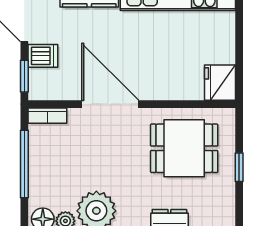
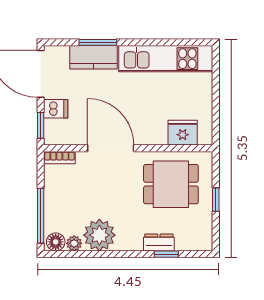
fridge: (220, 83) -> (183, 133), moved, turned 90
window: (24, 164) -> (41, 216), moved

